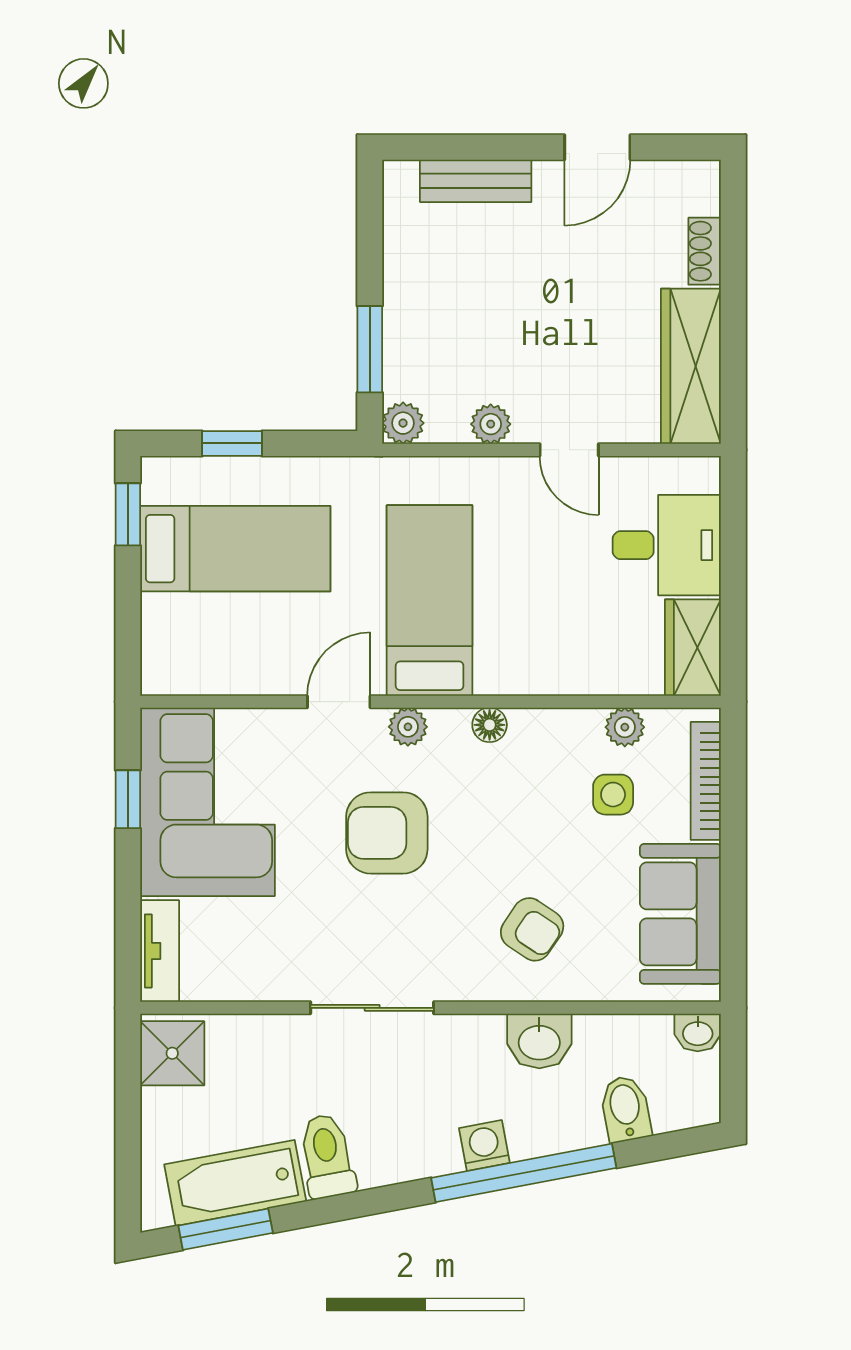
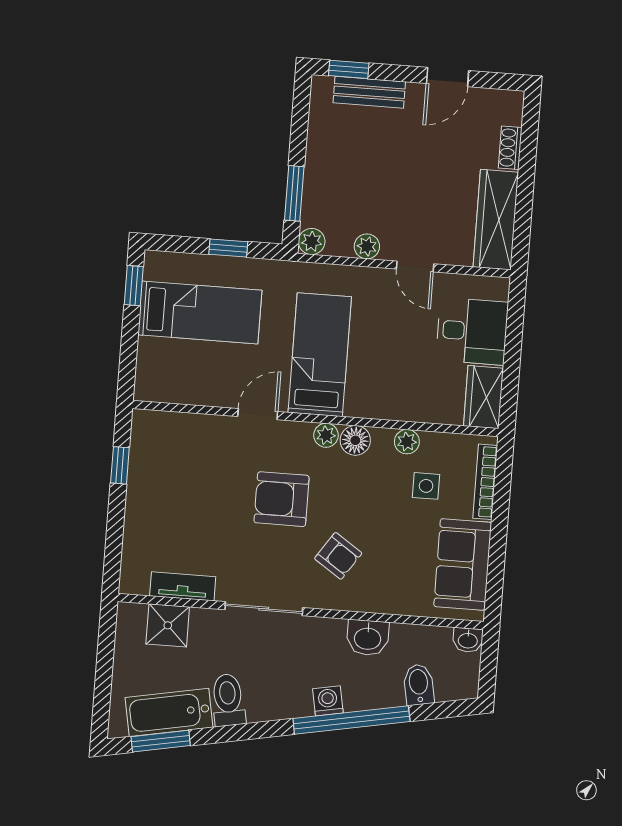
window: (441, 147) -> (349, 69), added
window: (232, 443) -> (228, 248), moved
floor lamp: (490, 725) -> (355, 440), width x1.37, depth x1.37
plant: (408, 727) -> (326, 435), moved
plant: (625, 727) -> (407, 442), moved
corner sofa: (207, 802) -> (170, 471), removed
armchair: (532, 929) -> (338, 556), moved
tv unit: (160, 951) -> (183, 586), moved, turned -90
shower: (172, 1053) -> (168, 625), moved

